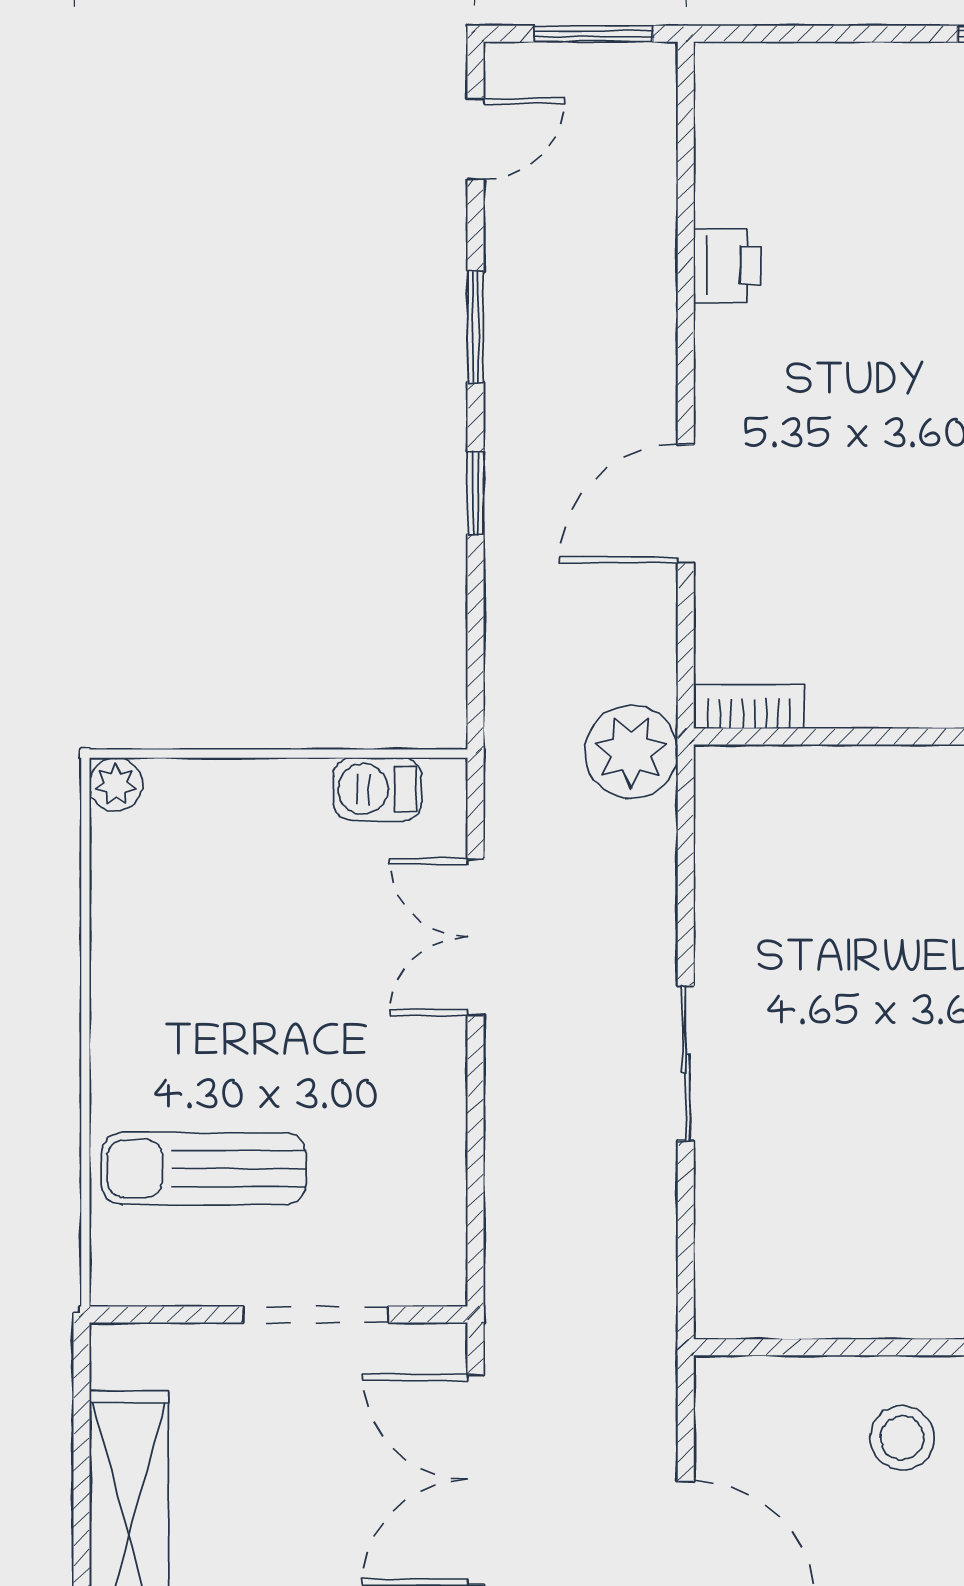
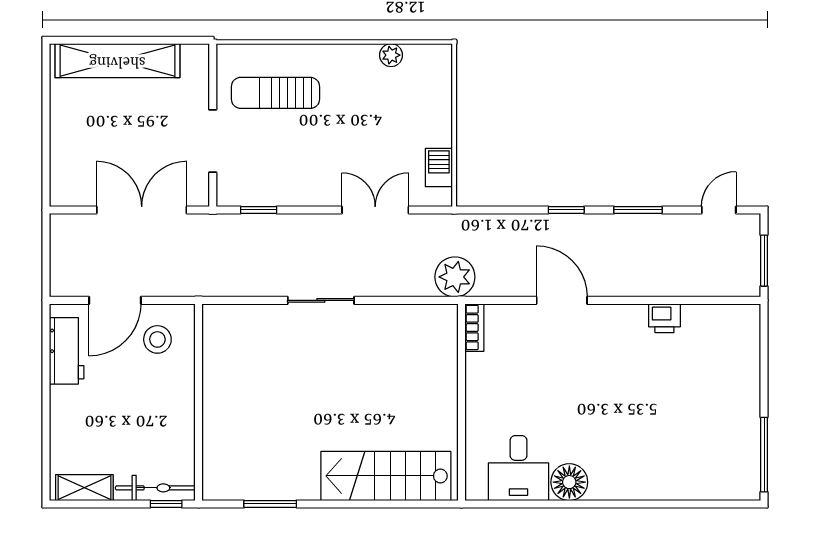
door: (476, 139) -> (719, 210), swing flipped
plant: (116, 784) -> (391, 55), moved
sun lounger: (204, 1169) -> (276, 93), turned -90
window: (476, 1208) -> (259, 210), added
stool: (902, 1438) -> (157, 339), moved

